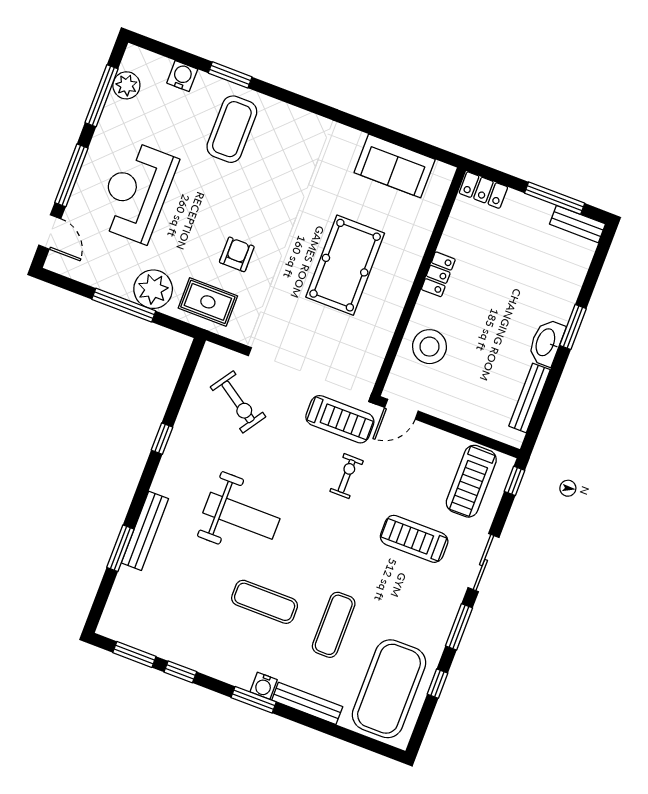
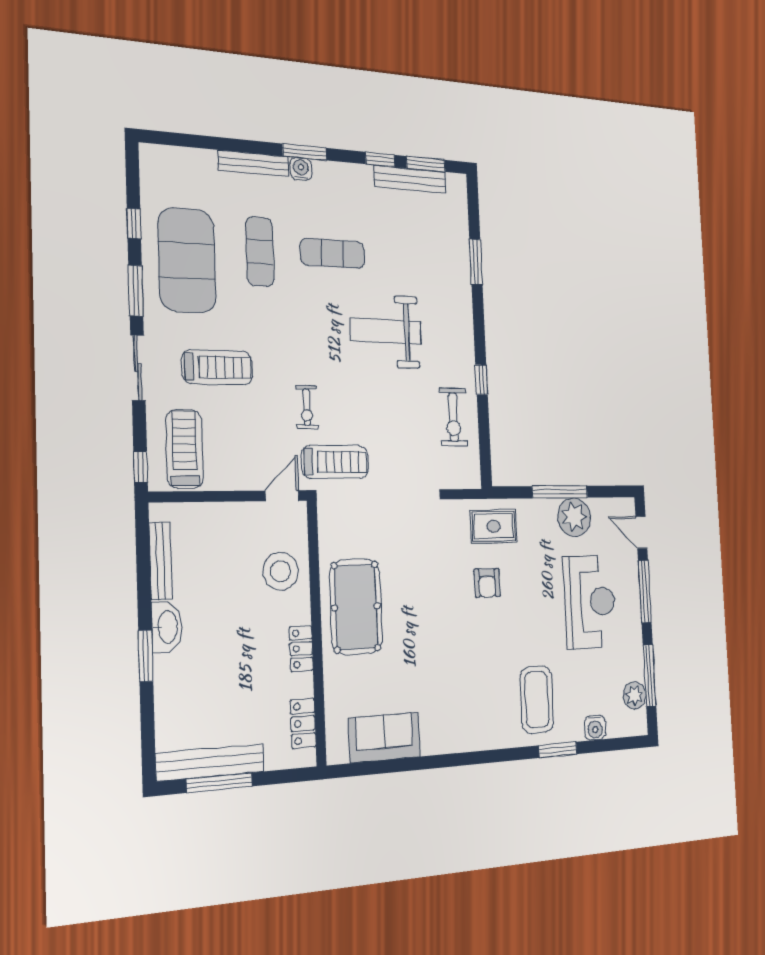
locker: (483, 190) -> (303, 723), moved, turned -90
bench: (577, 224) -> (210, 762), width x1.86, depth x1.21
pool table: (345, 265) -> (356, 607), moved
plant: (153, 289) -> (574, 517), moved
exercise bike: (238, 402) -> (453, 417), moved, turned -124
treadmill: (340, 419) -> (335, 462), turned 180
bench: (145, 531) -> (410, 179), moved, turned 90
exercise mat: (389, 689) -> (187, 260), moved

